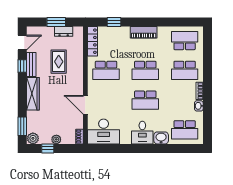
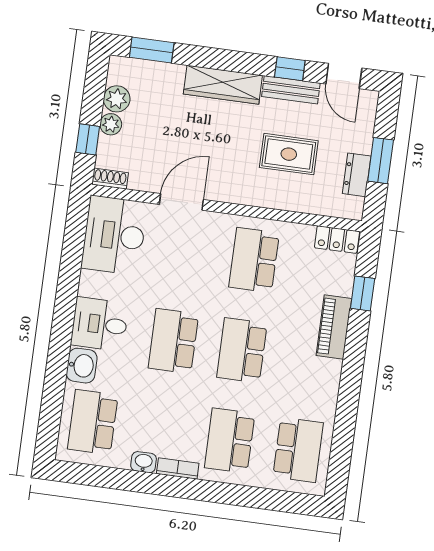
piano: (144, 32) -> (334, 327), moved
locker: (92, 41) -> (337, 240), width x0.66
plant: (33, 138) -> (117, 99), moved
window: (48, 148) -> (88, 139), moved

